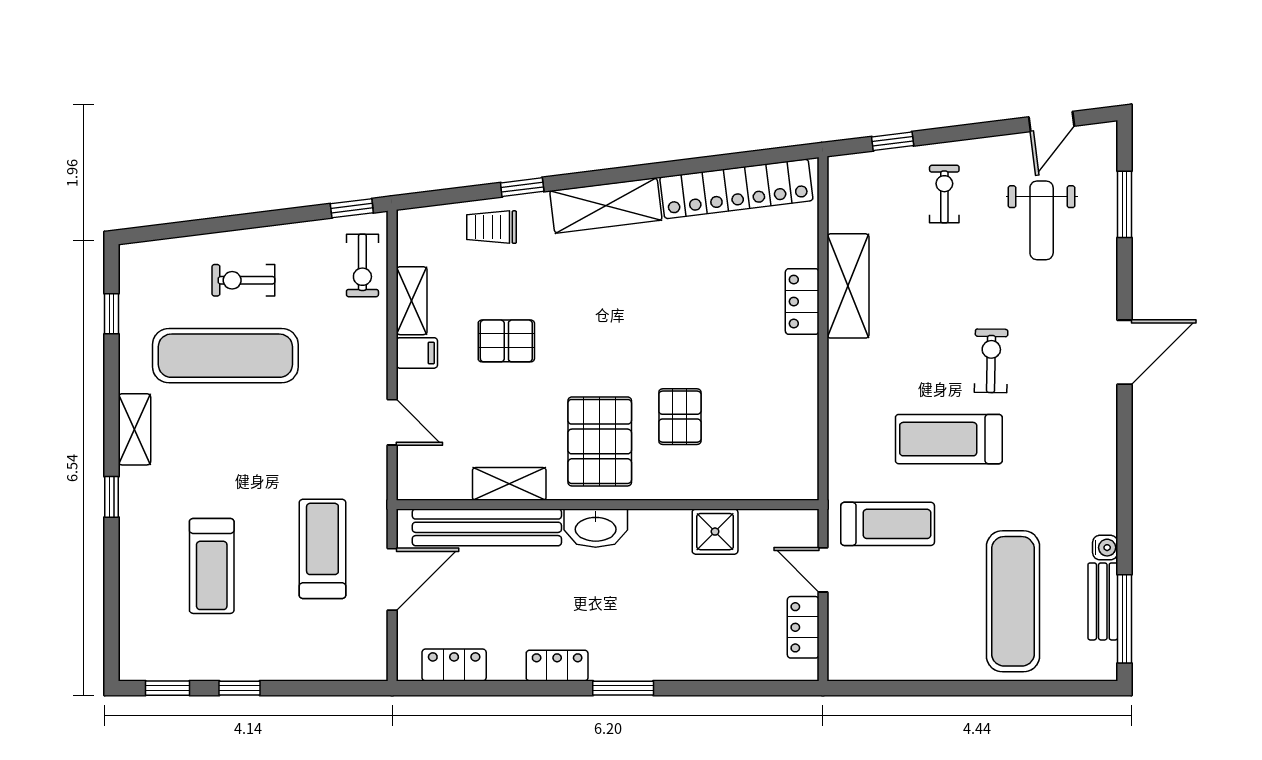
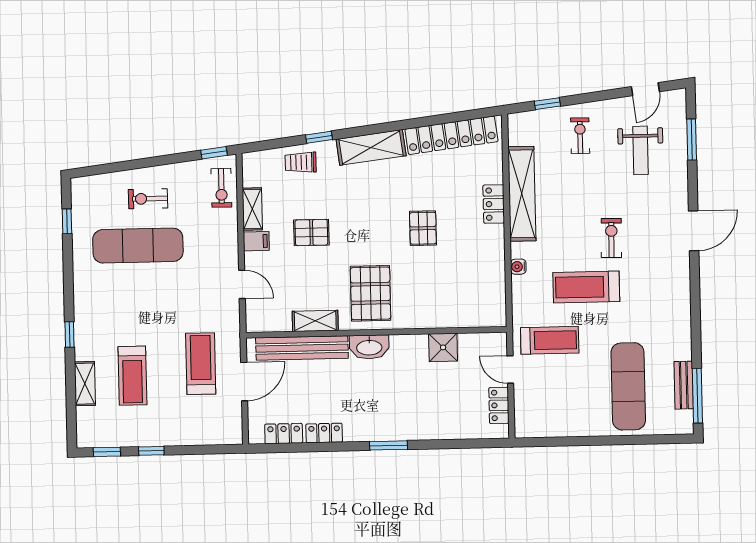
shelving: (848, 286) -> (522, 194), width x1.47
pallet: (680, 417) -> (423, 228), moved
shelving: (134, 429) -> (85, 384), moved
water cooler: (1105, 548) -> (518, 267), moved, turned 180
locker: (557, 666) -> (324, 433), moved

